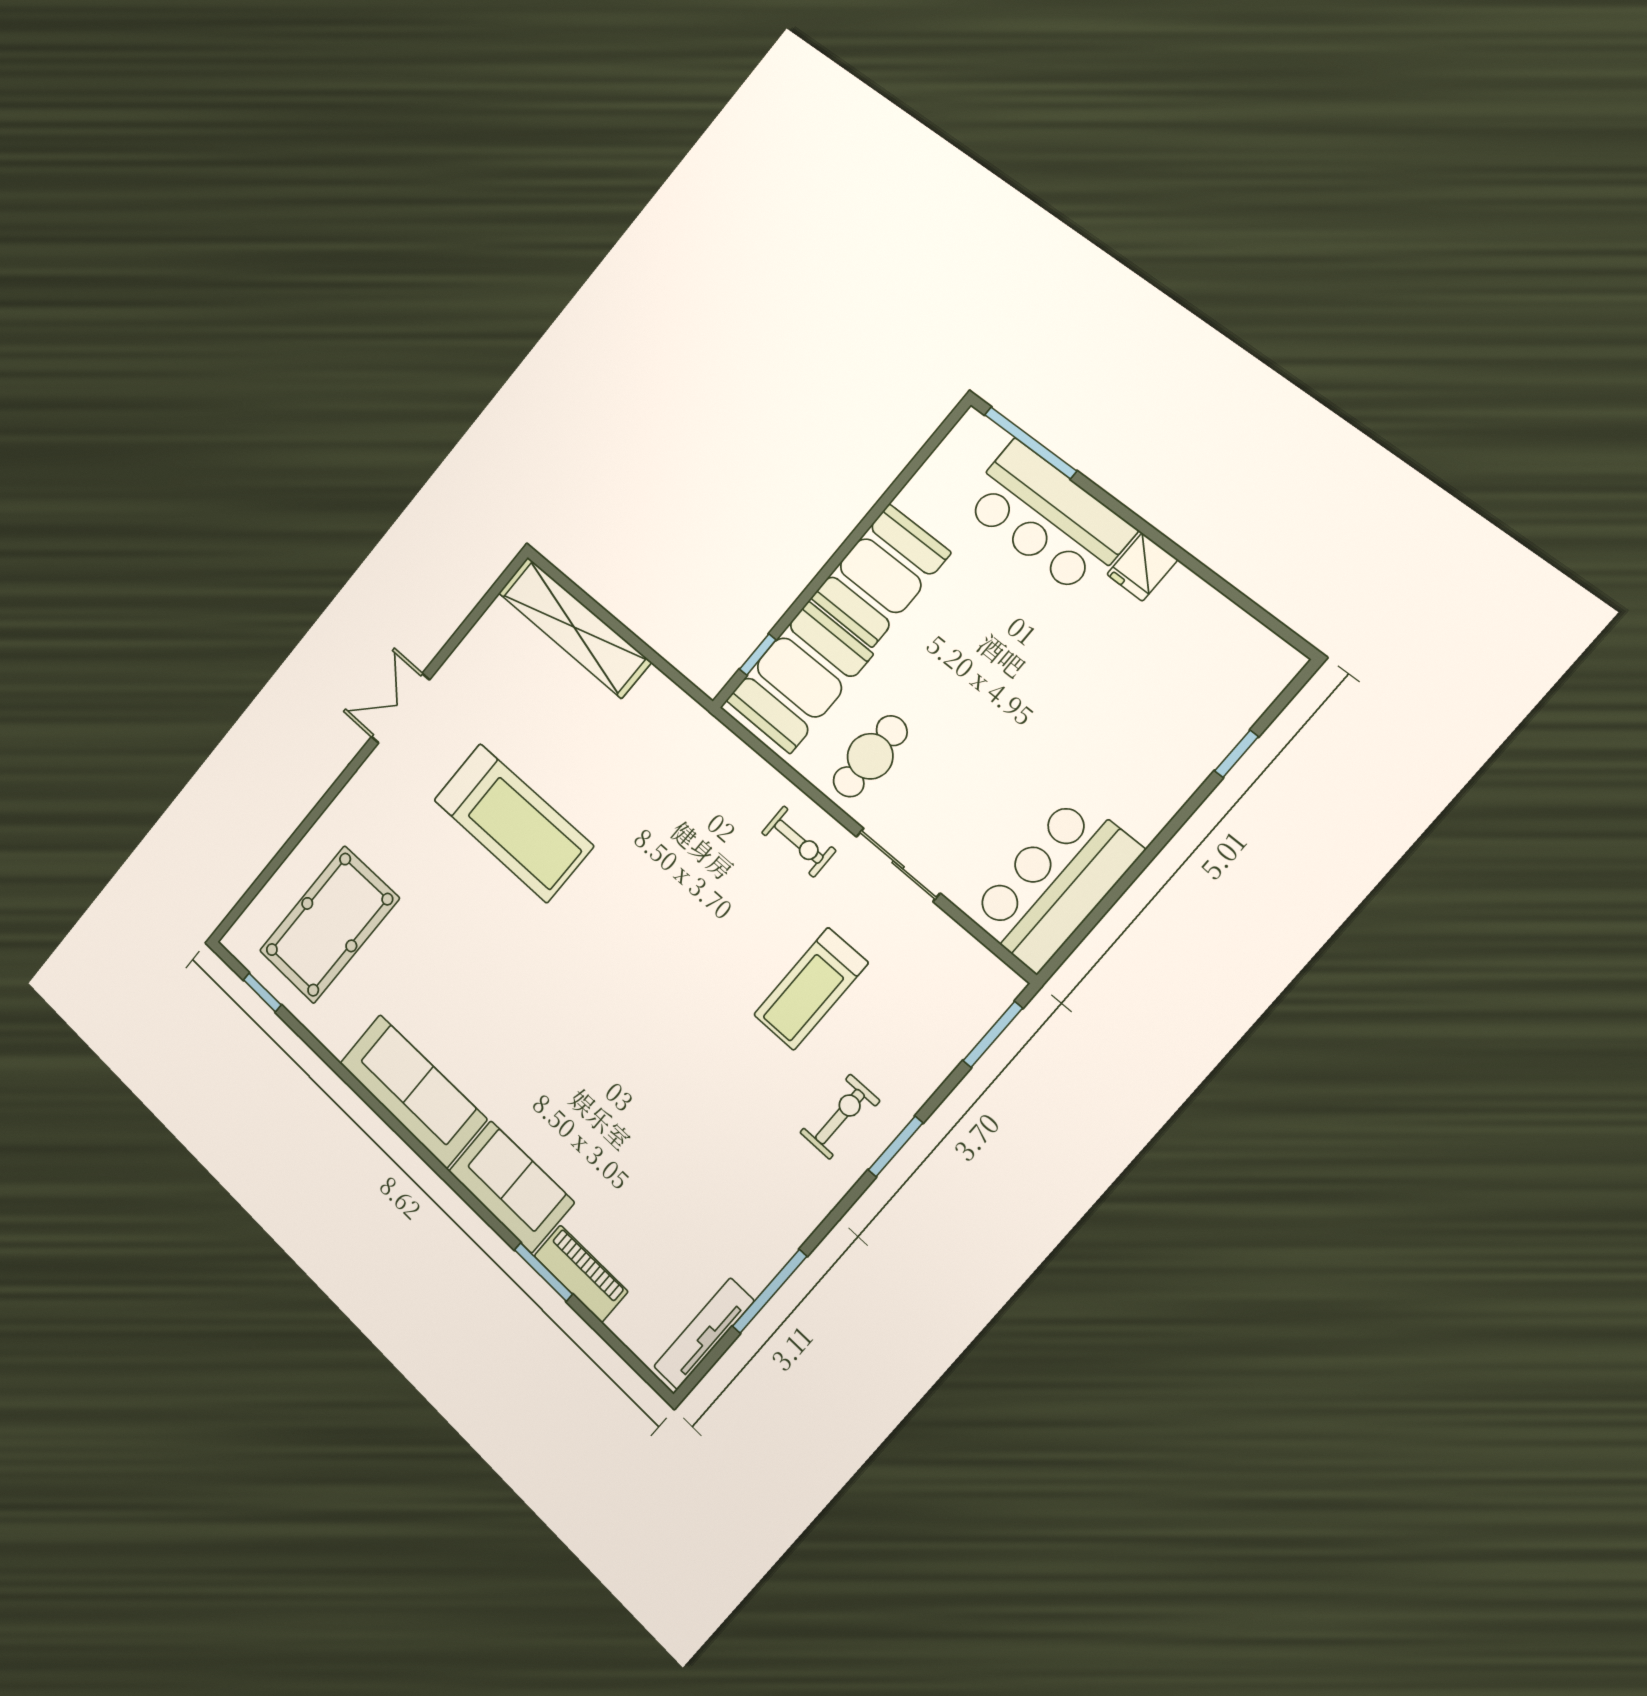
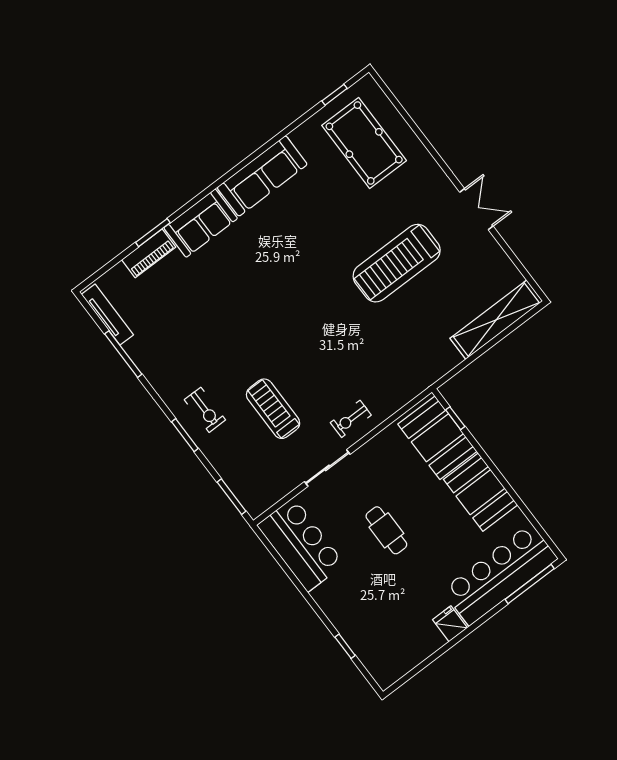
bar counter: (1048, 518) -> (500, 574), width x1.36
cafe table: (870, 756) -> (386, 530), moved

